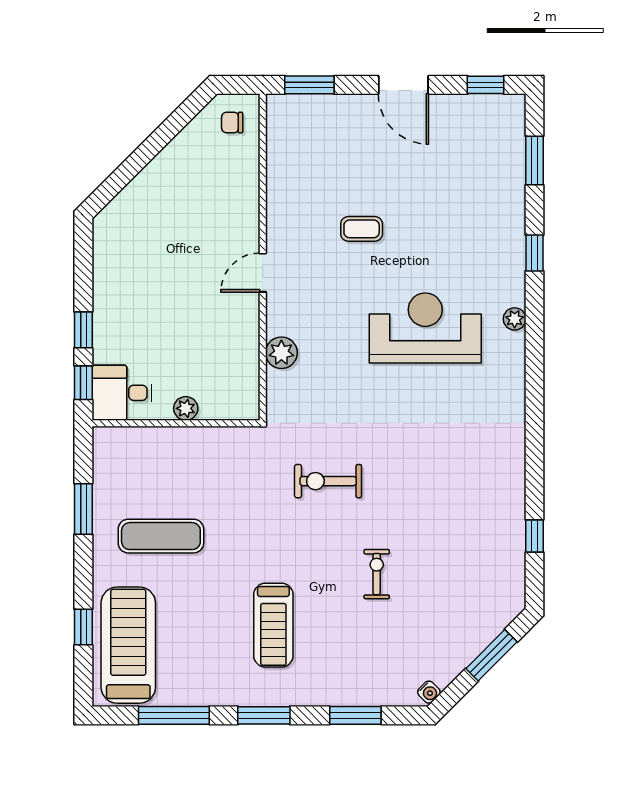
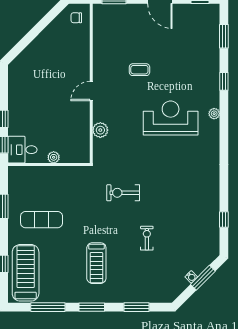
water cooler: (429, 692) -> (191, 277), moved

